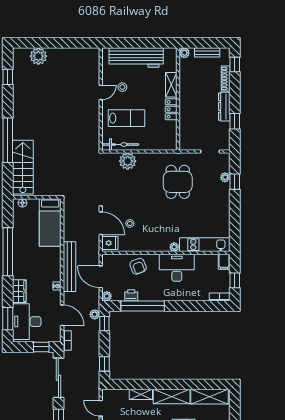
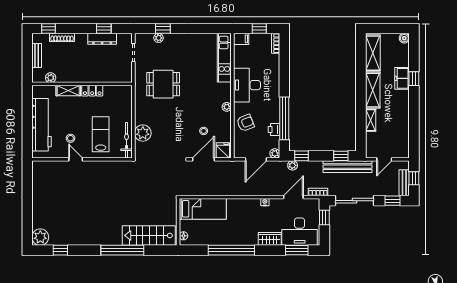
plant: (184, 53) -> (51, 78), moved
plant: (38, 56) -> (40, 237), moved
dresser: (224, 107) -> (102, 39), moved
plant: (174, 247) -> (227, 107), moved
bench: (70, 267) -> (347, 167), moved

